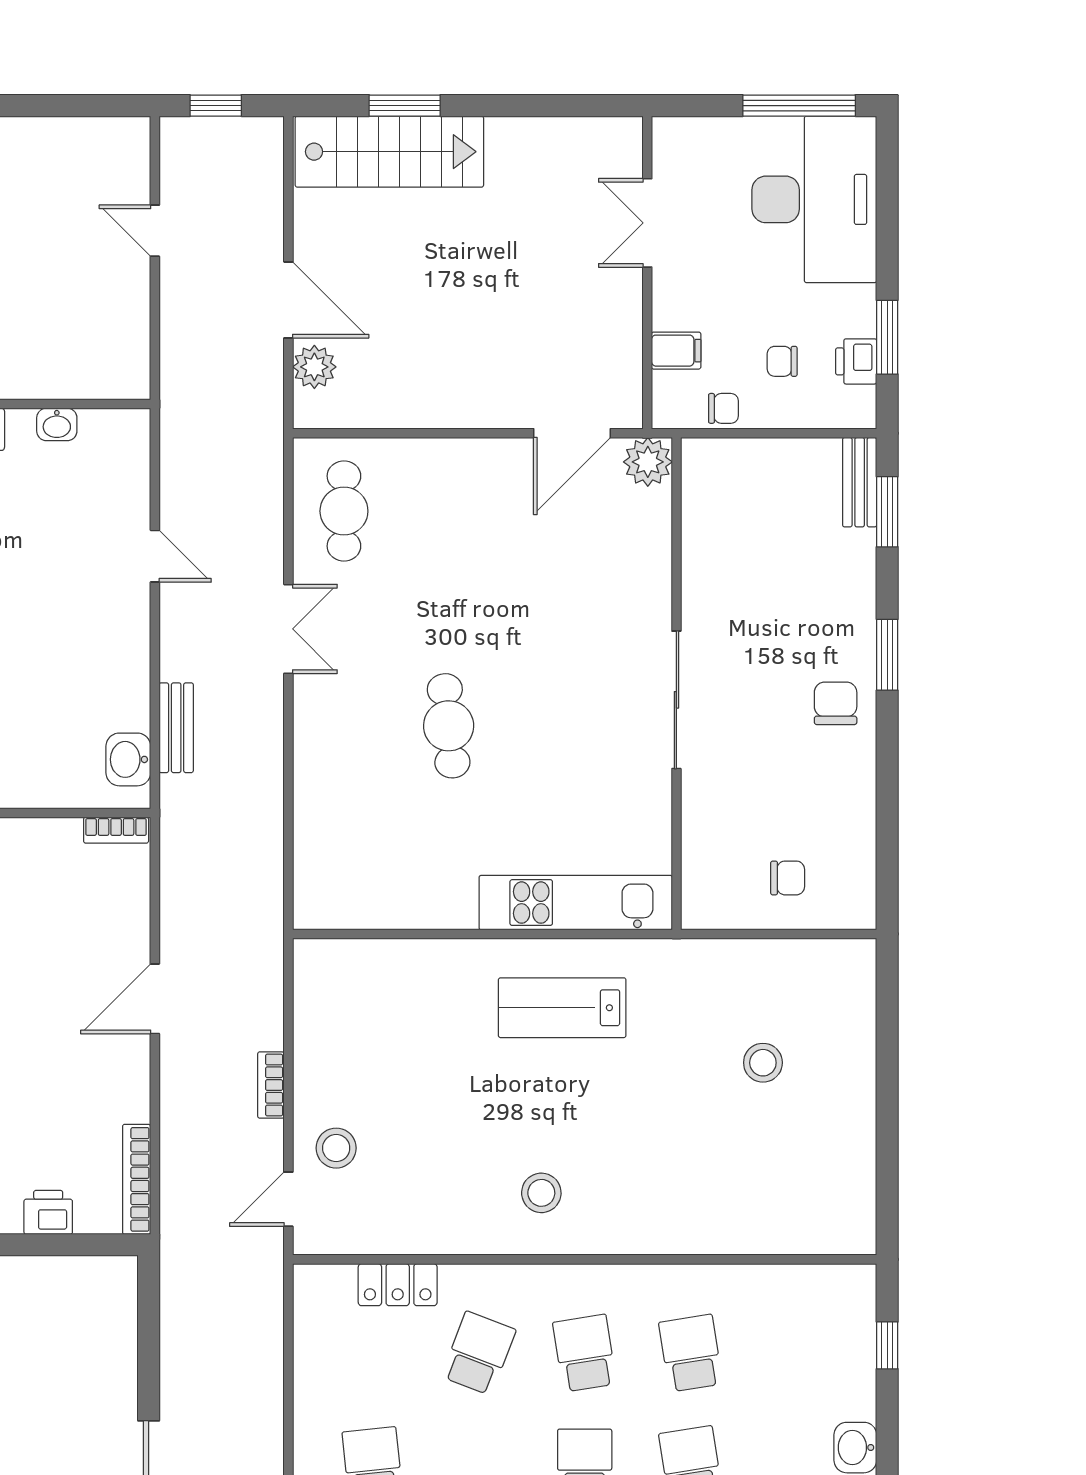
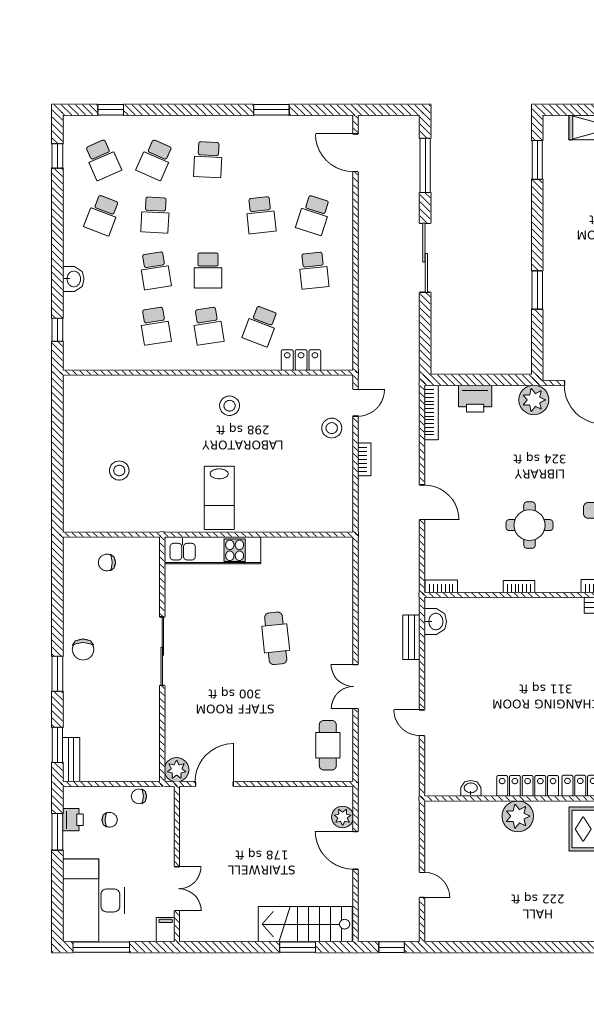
filing cabinet: (676, 351) -> (166, 930), moved, turned 90
door: (155, 999) -> (422, 502), hinge flipped
lab bench: (562, 1008) -> (219, 498), turned 90
printer: (48, 1212) -> (475, 399), width x1.36, depth x1.24

